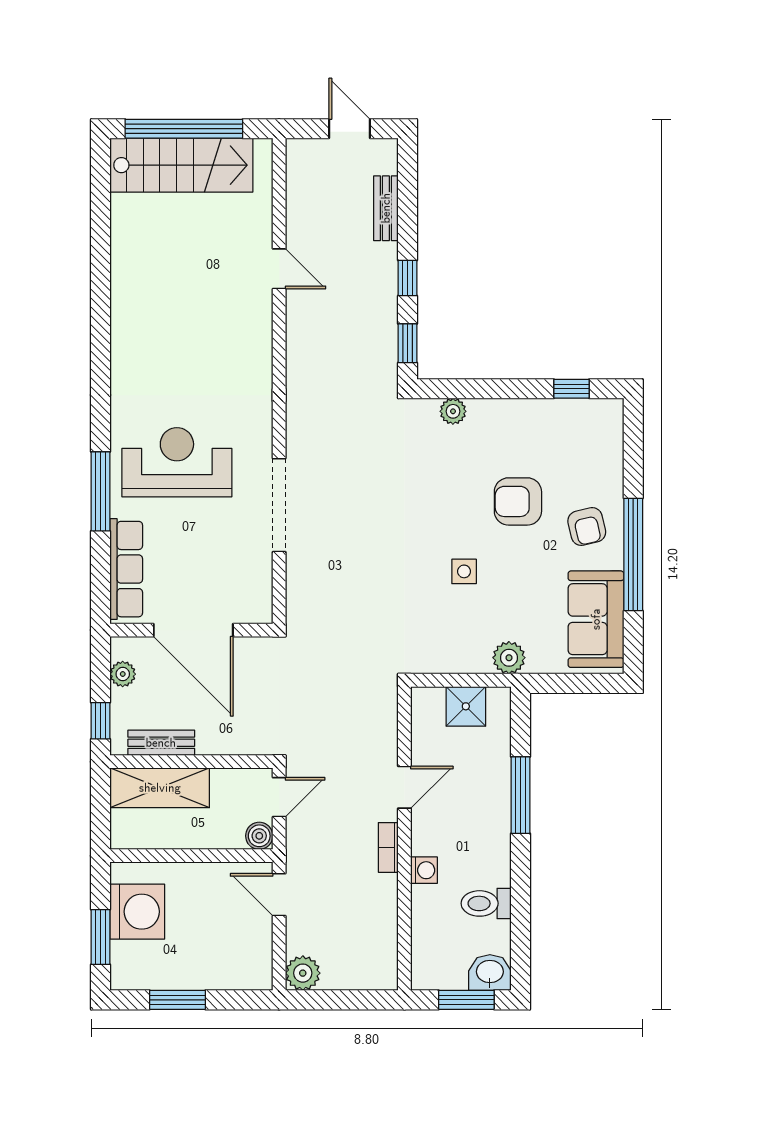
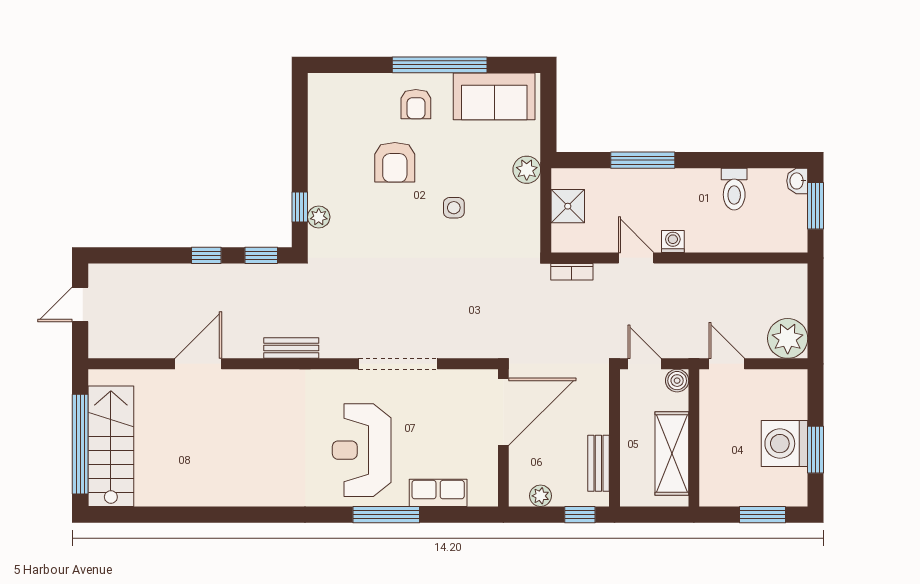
bench: (386, 208) -> (291, 348), moved
door: (279, 269) -> (198, 364), width x1.38
window: (571, 389) -> (300, 207), moved
armchair: (587, 527) -> (416, 104), turned 103
row of seats: (126, 569) -> (438, 493), width x0.68
door: (193, 630) -> (503, 412), moved
shelving: (160, 788) -> (672, 453), moved
bookcase: (388, 847) -> (572, 272), moved
washing machine: (424, 870) -> (673, 241), moved
door: (279, 895) -> (727, 364), swing flipped
washing machine: (137, 912) -> (784, 444), moved, turned -90
plant: (303, 973) -> (788, 338), width x1.36, depth x1.36
washbasin: (490, 973) -> (797, 181), width x0.72, depth x0.69

